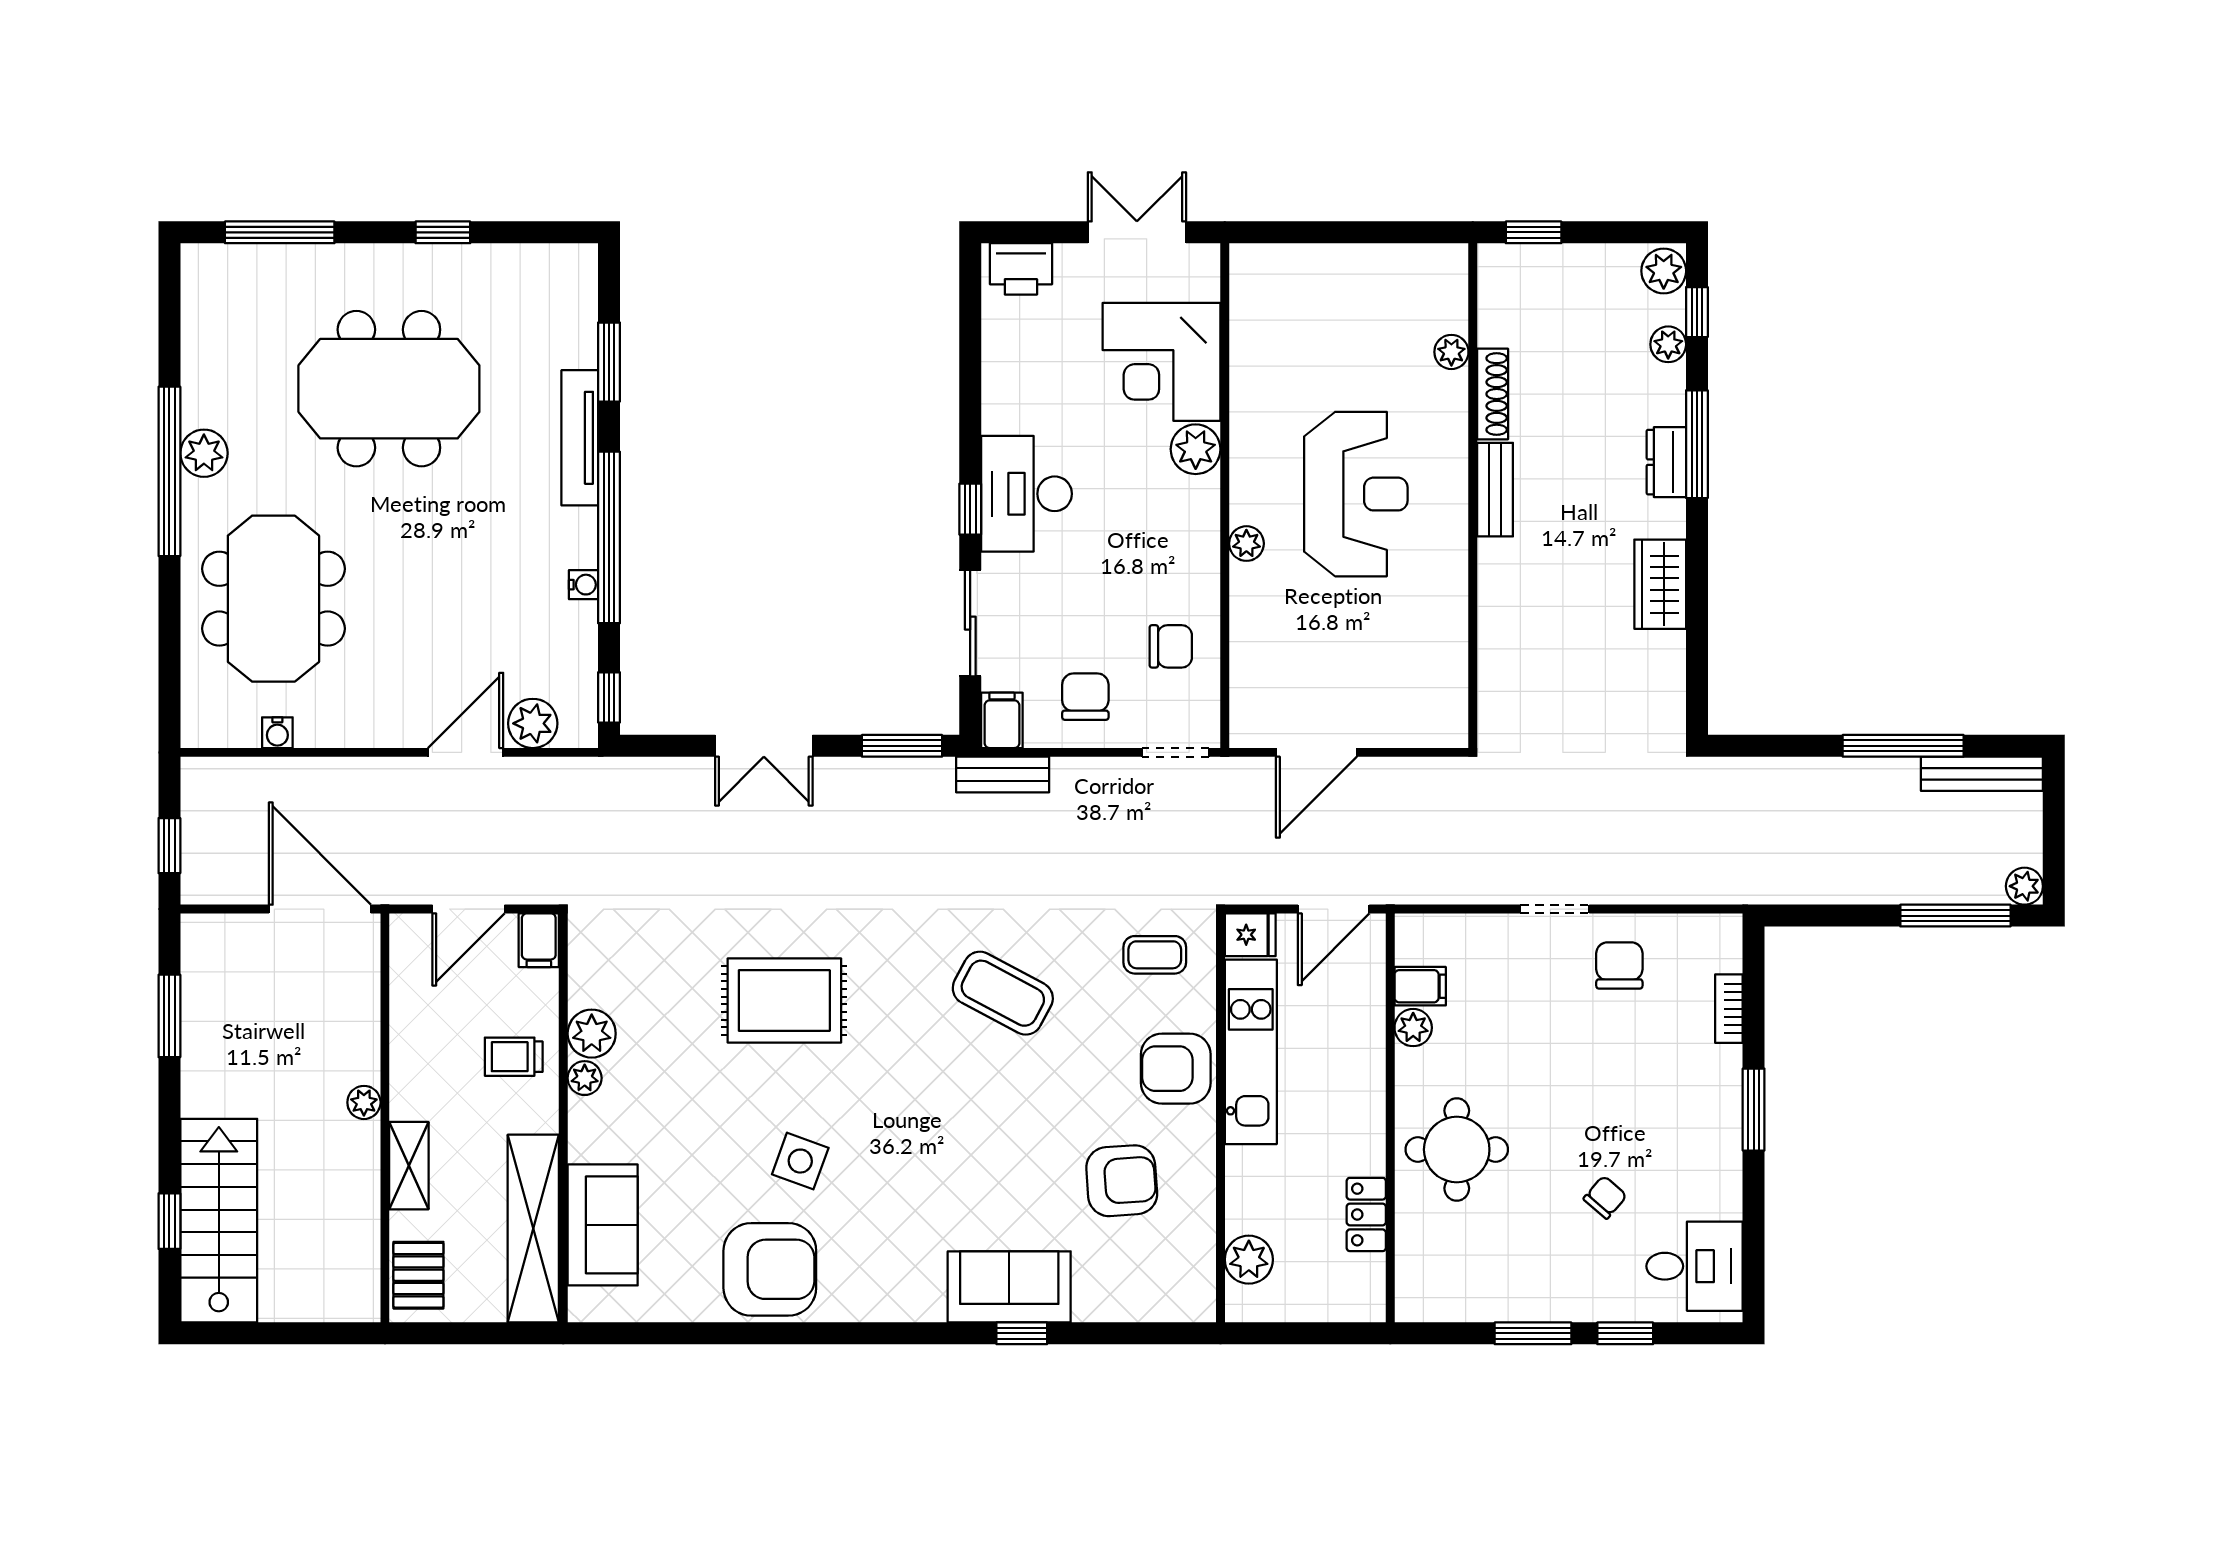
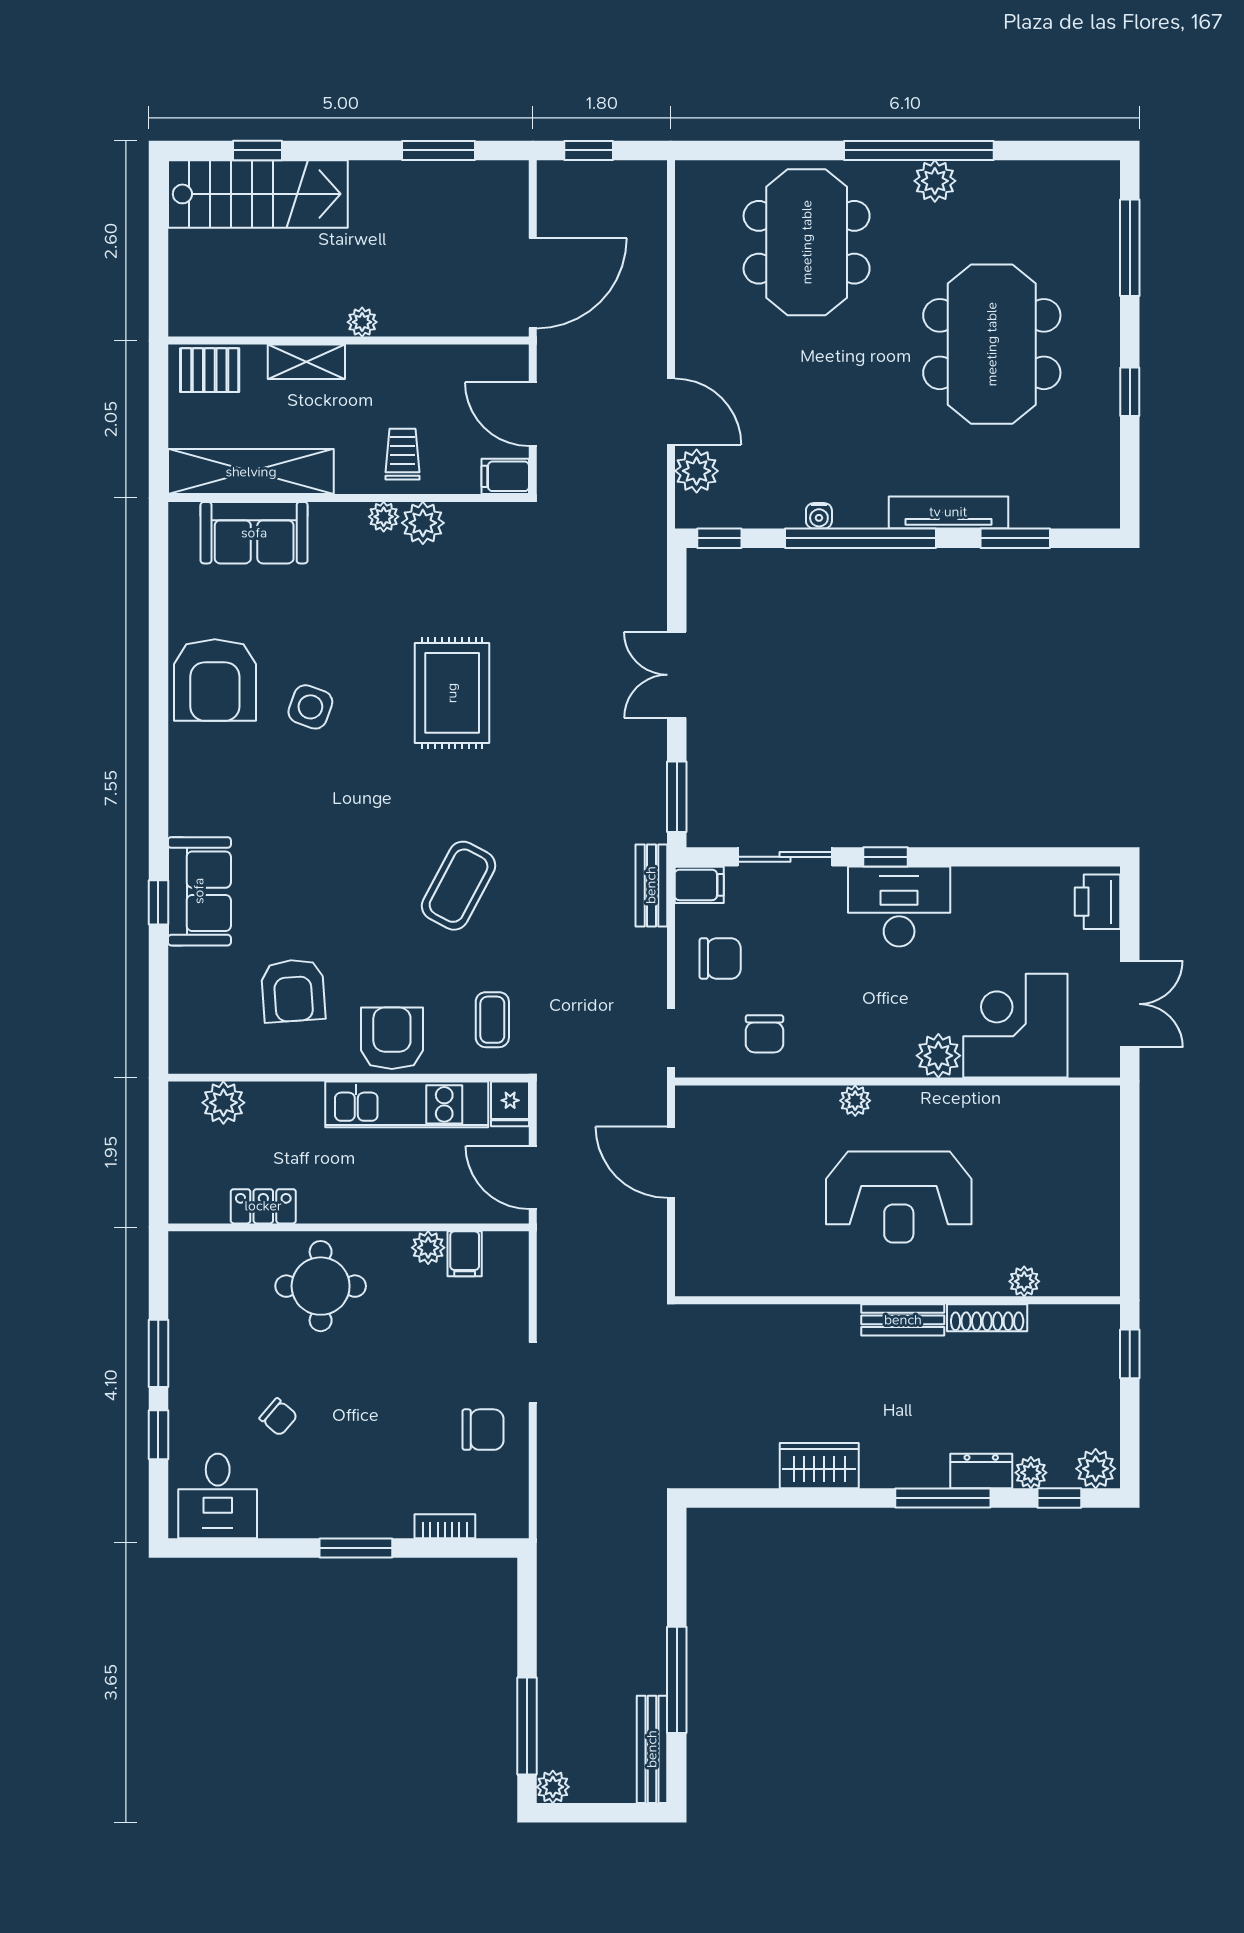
dresser: (1666, 462) -> (981, 1471), moved
meeting table: (273, 599) -> (807, 242), turned 90
water cooler: (277, 733) -> (688, 246), removed

